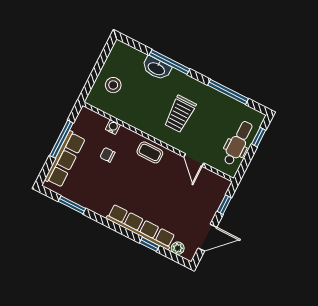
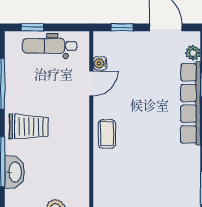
trolley: (180, 114) -> (29, 127), moved
water cooler: (113, 127) -> (100, 63), moved
chair: (107, 155) -> (132, 177), removed

